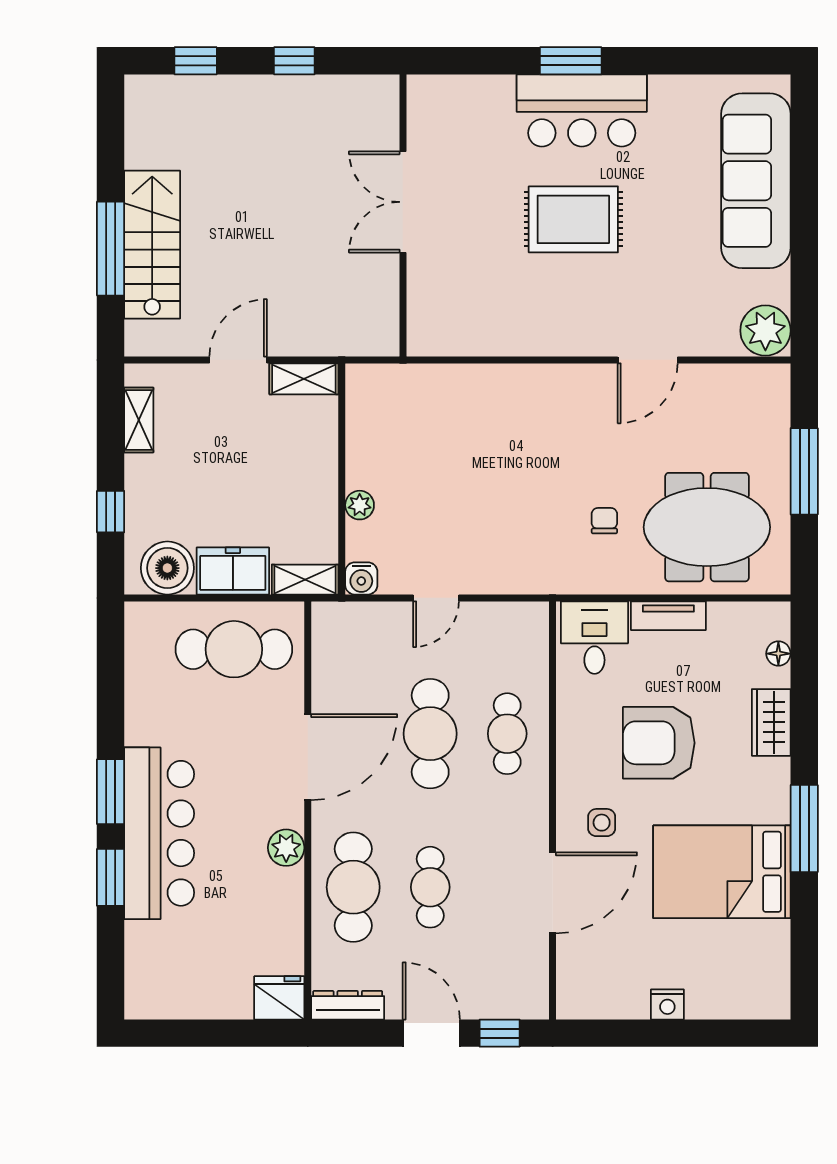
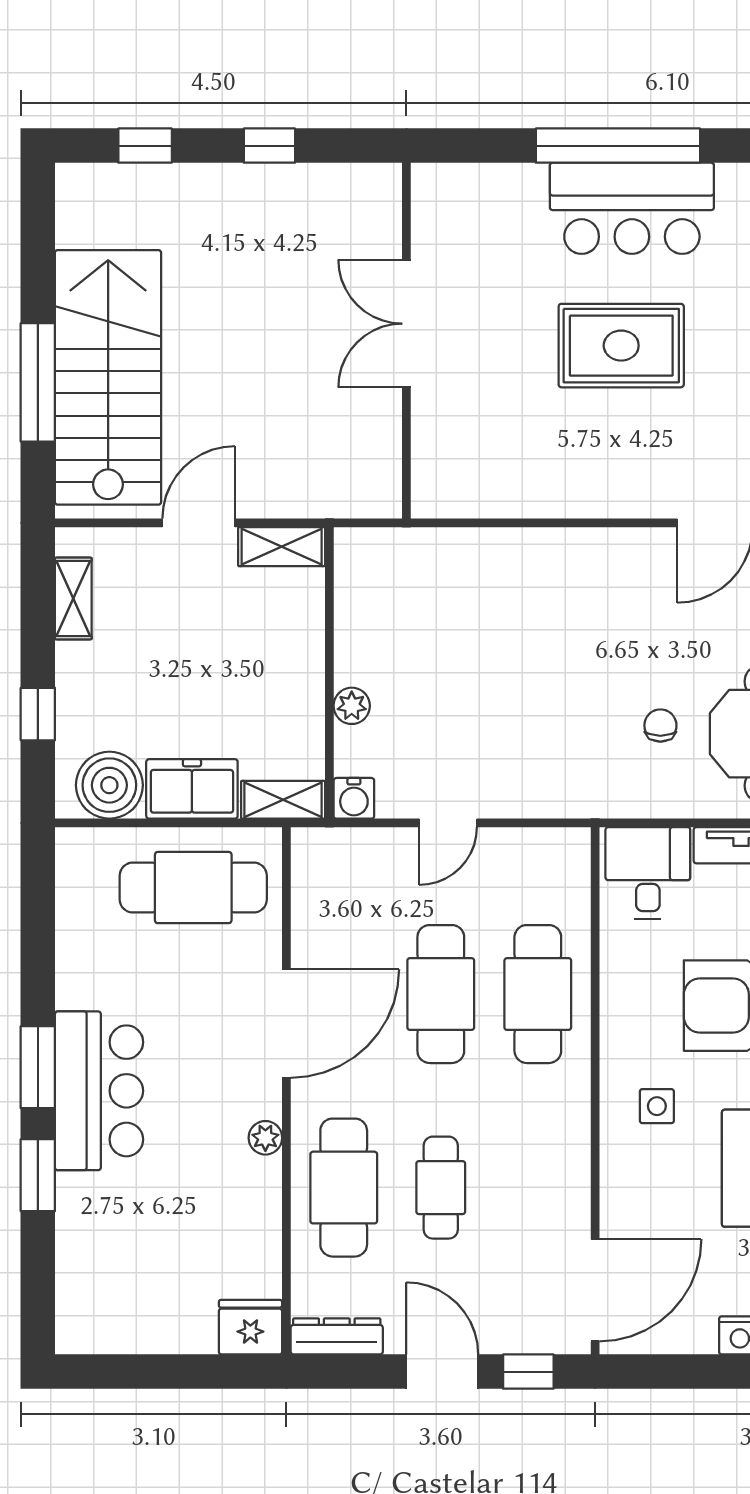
window: (571, 61) -> (618, 146), width x2.11
stairs: (152, 245) -> (108, 377), width x1.36, depth x1.51
cafe table: (507, 734) -> (538, 994), width x1.37, depth x1.35
bar counter: (159, 833) -> (99, 1091), width x0.73
plant: (286, 848) -> (265, 1138), width x0.73, depth x0.73
door: (553, 893) -> (595, 1290), moved

